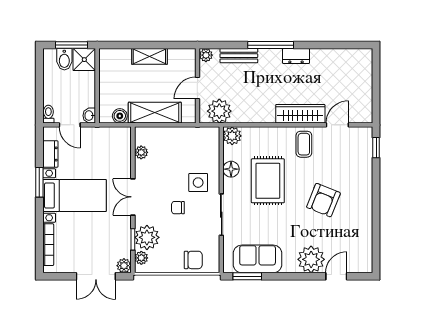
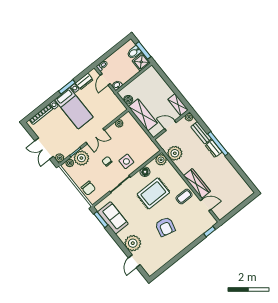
shelving: (149, 56) -> (178, 105), moved
dresser: (296, 56) -> (214, 149), moved
plant: (219, 111) -> (175, 153), moved
double door: (133, 197) -> (95, 136), swing flipped
armchair: (323, 200) -> (165, 227), turned -98
door: (336, 276) -> (134, 261), swing flipped

